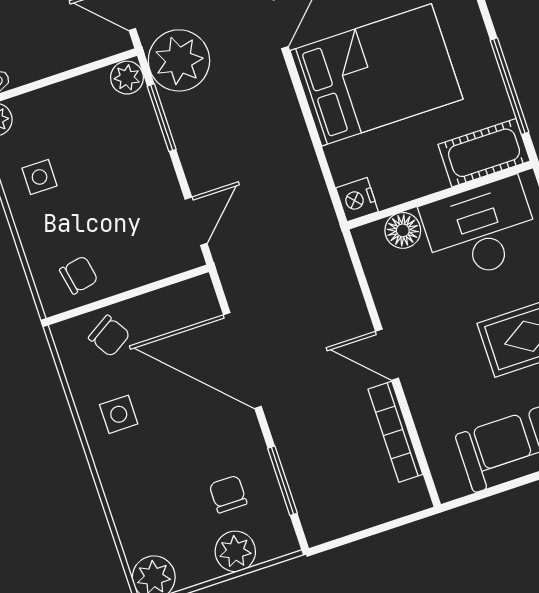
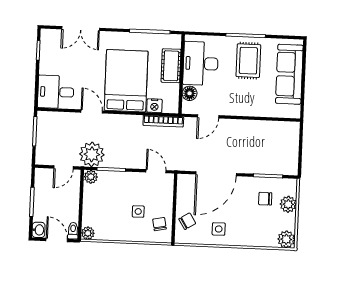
cot: (484, 153) -> (171, 66), moved
side table: (40, 177) -> (138, 211), moved
nightstand: (357, 200) -> (154, 106), moved
door: (387, 355) -> (208, 116), moved
bookcase: (395, 432) -> (163, 121), moved

